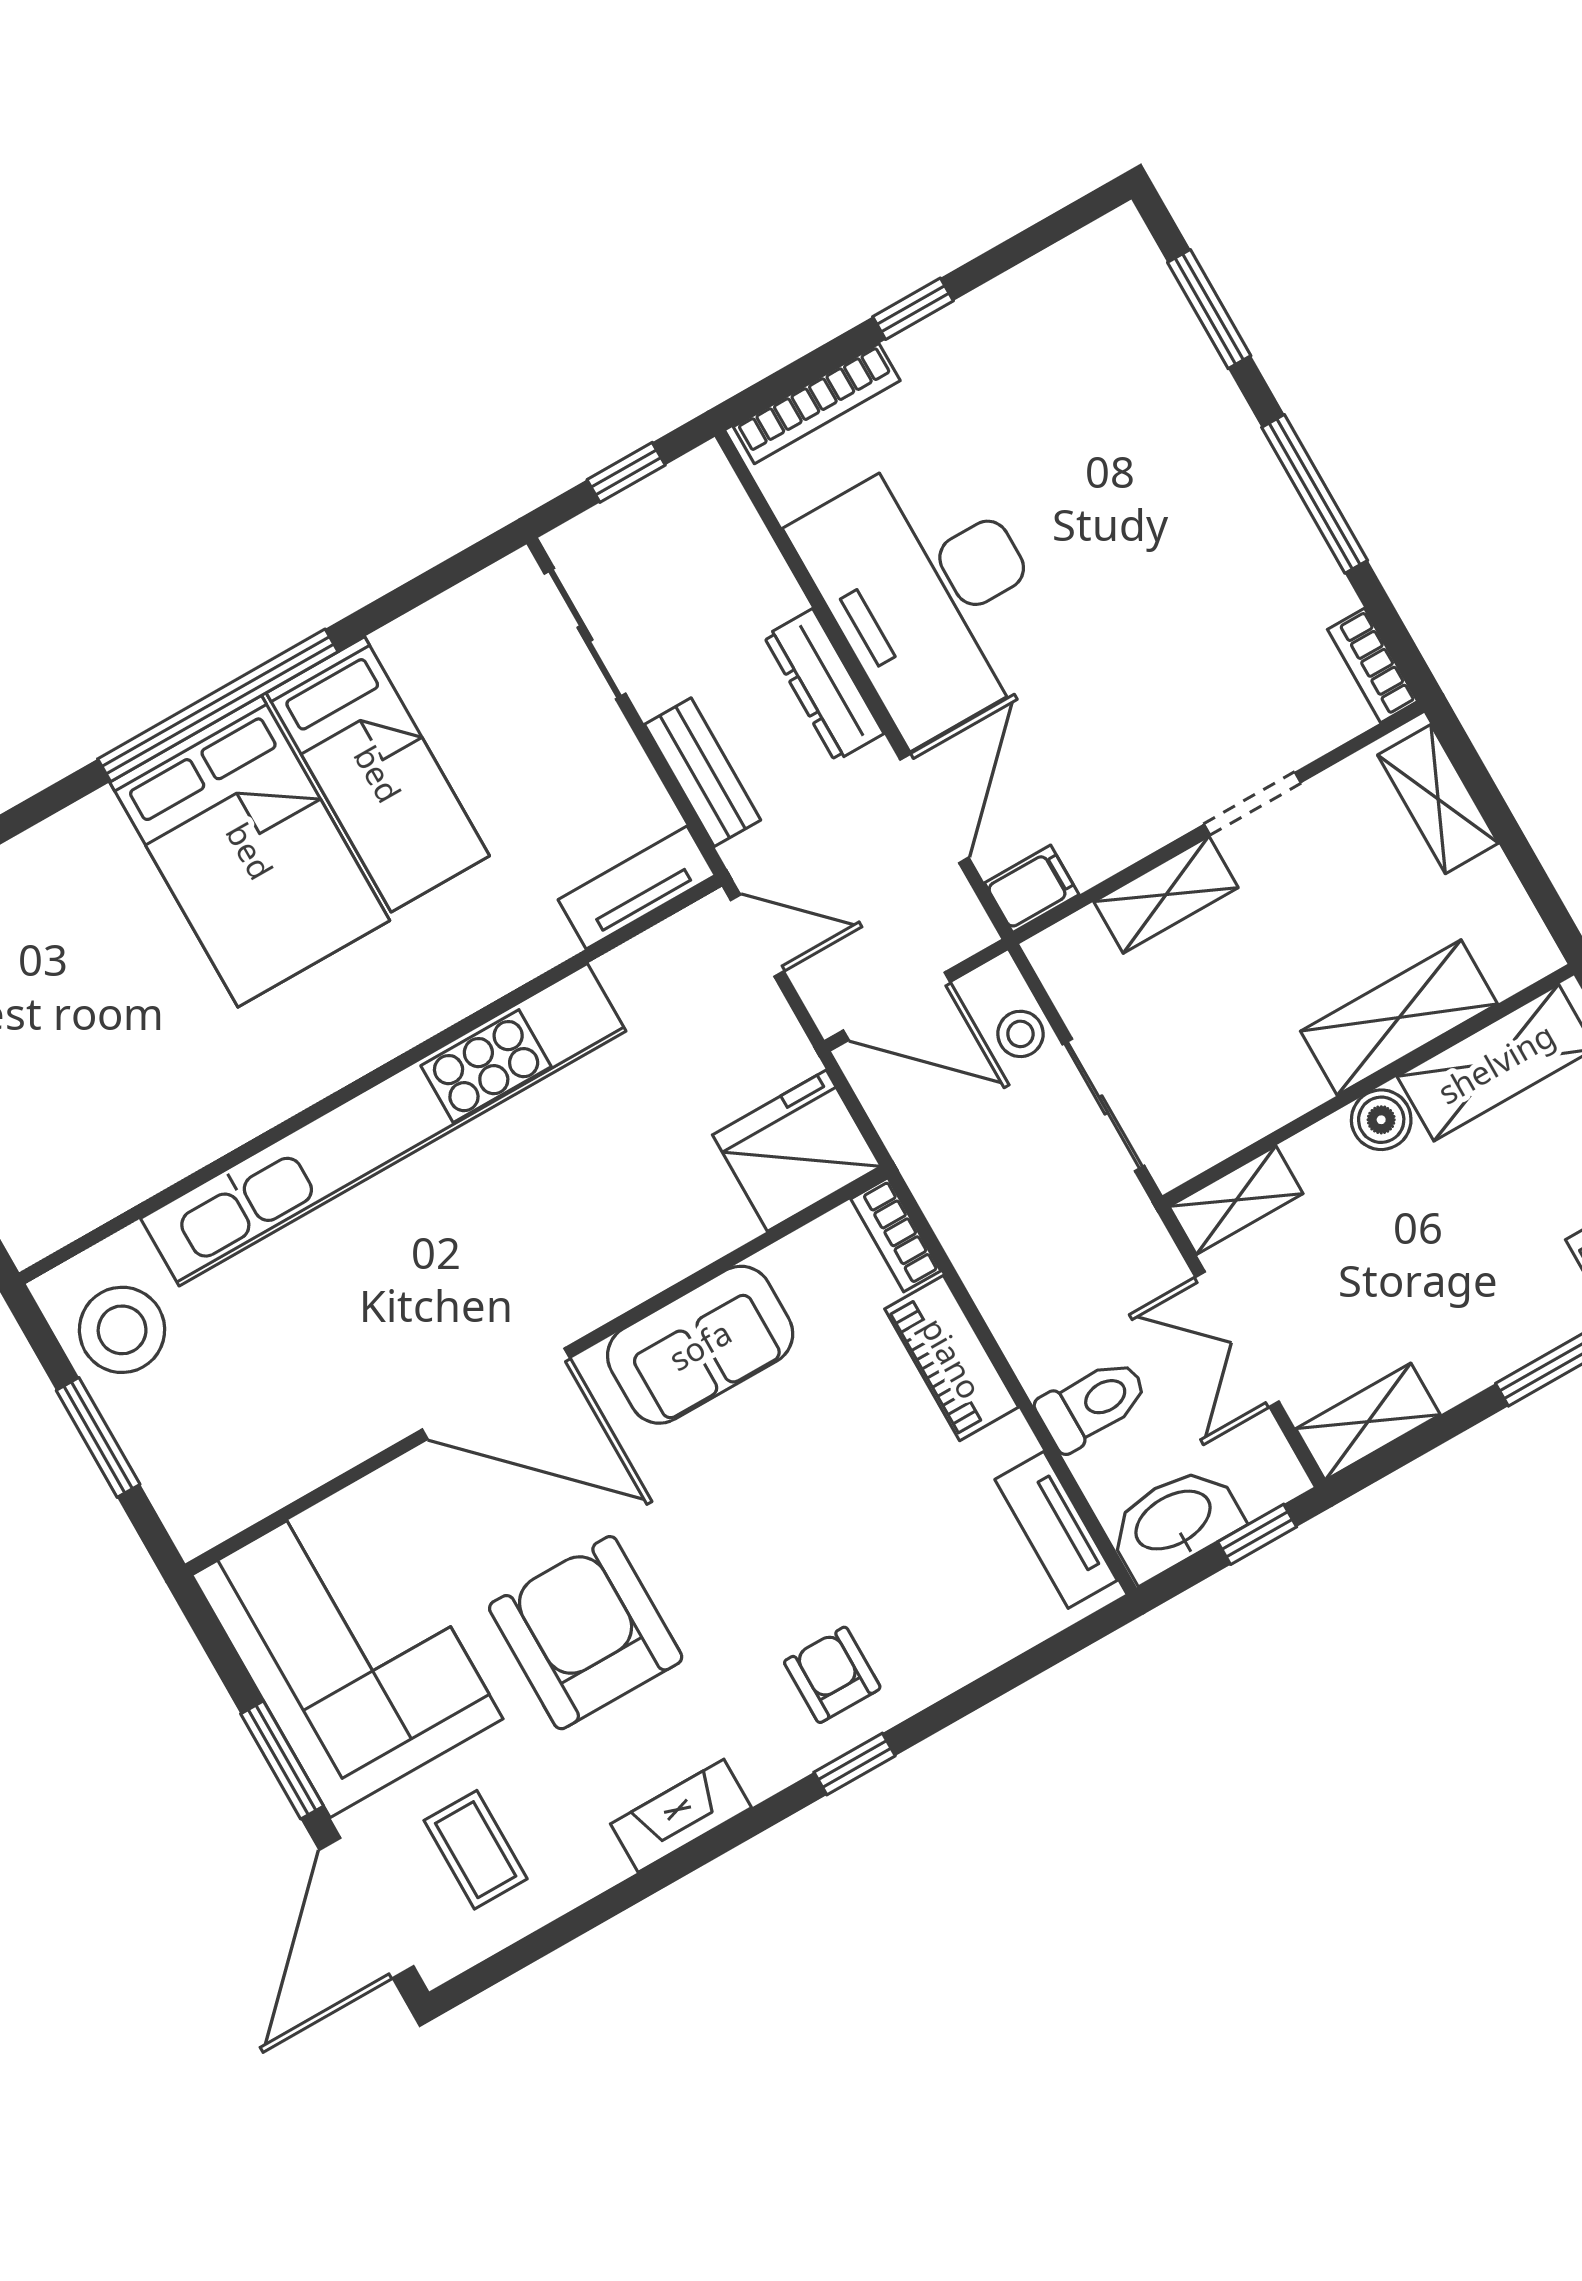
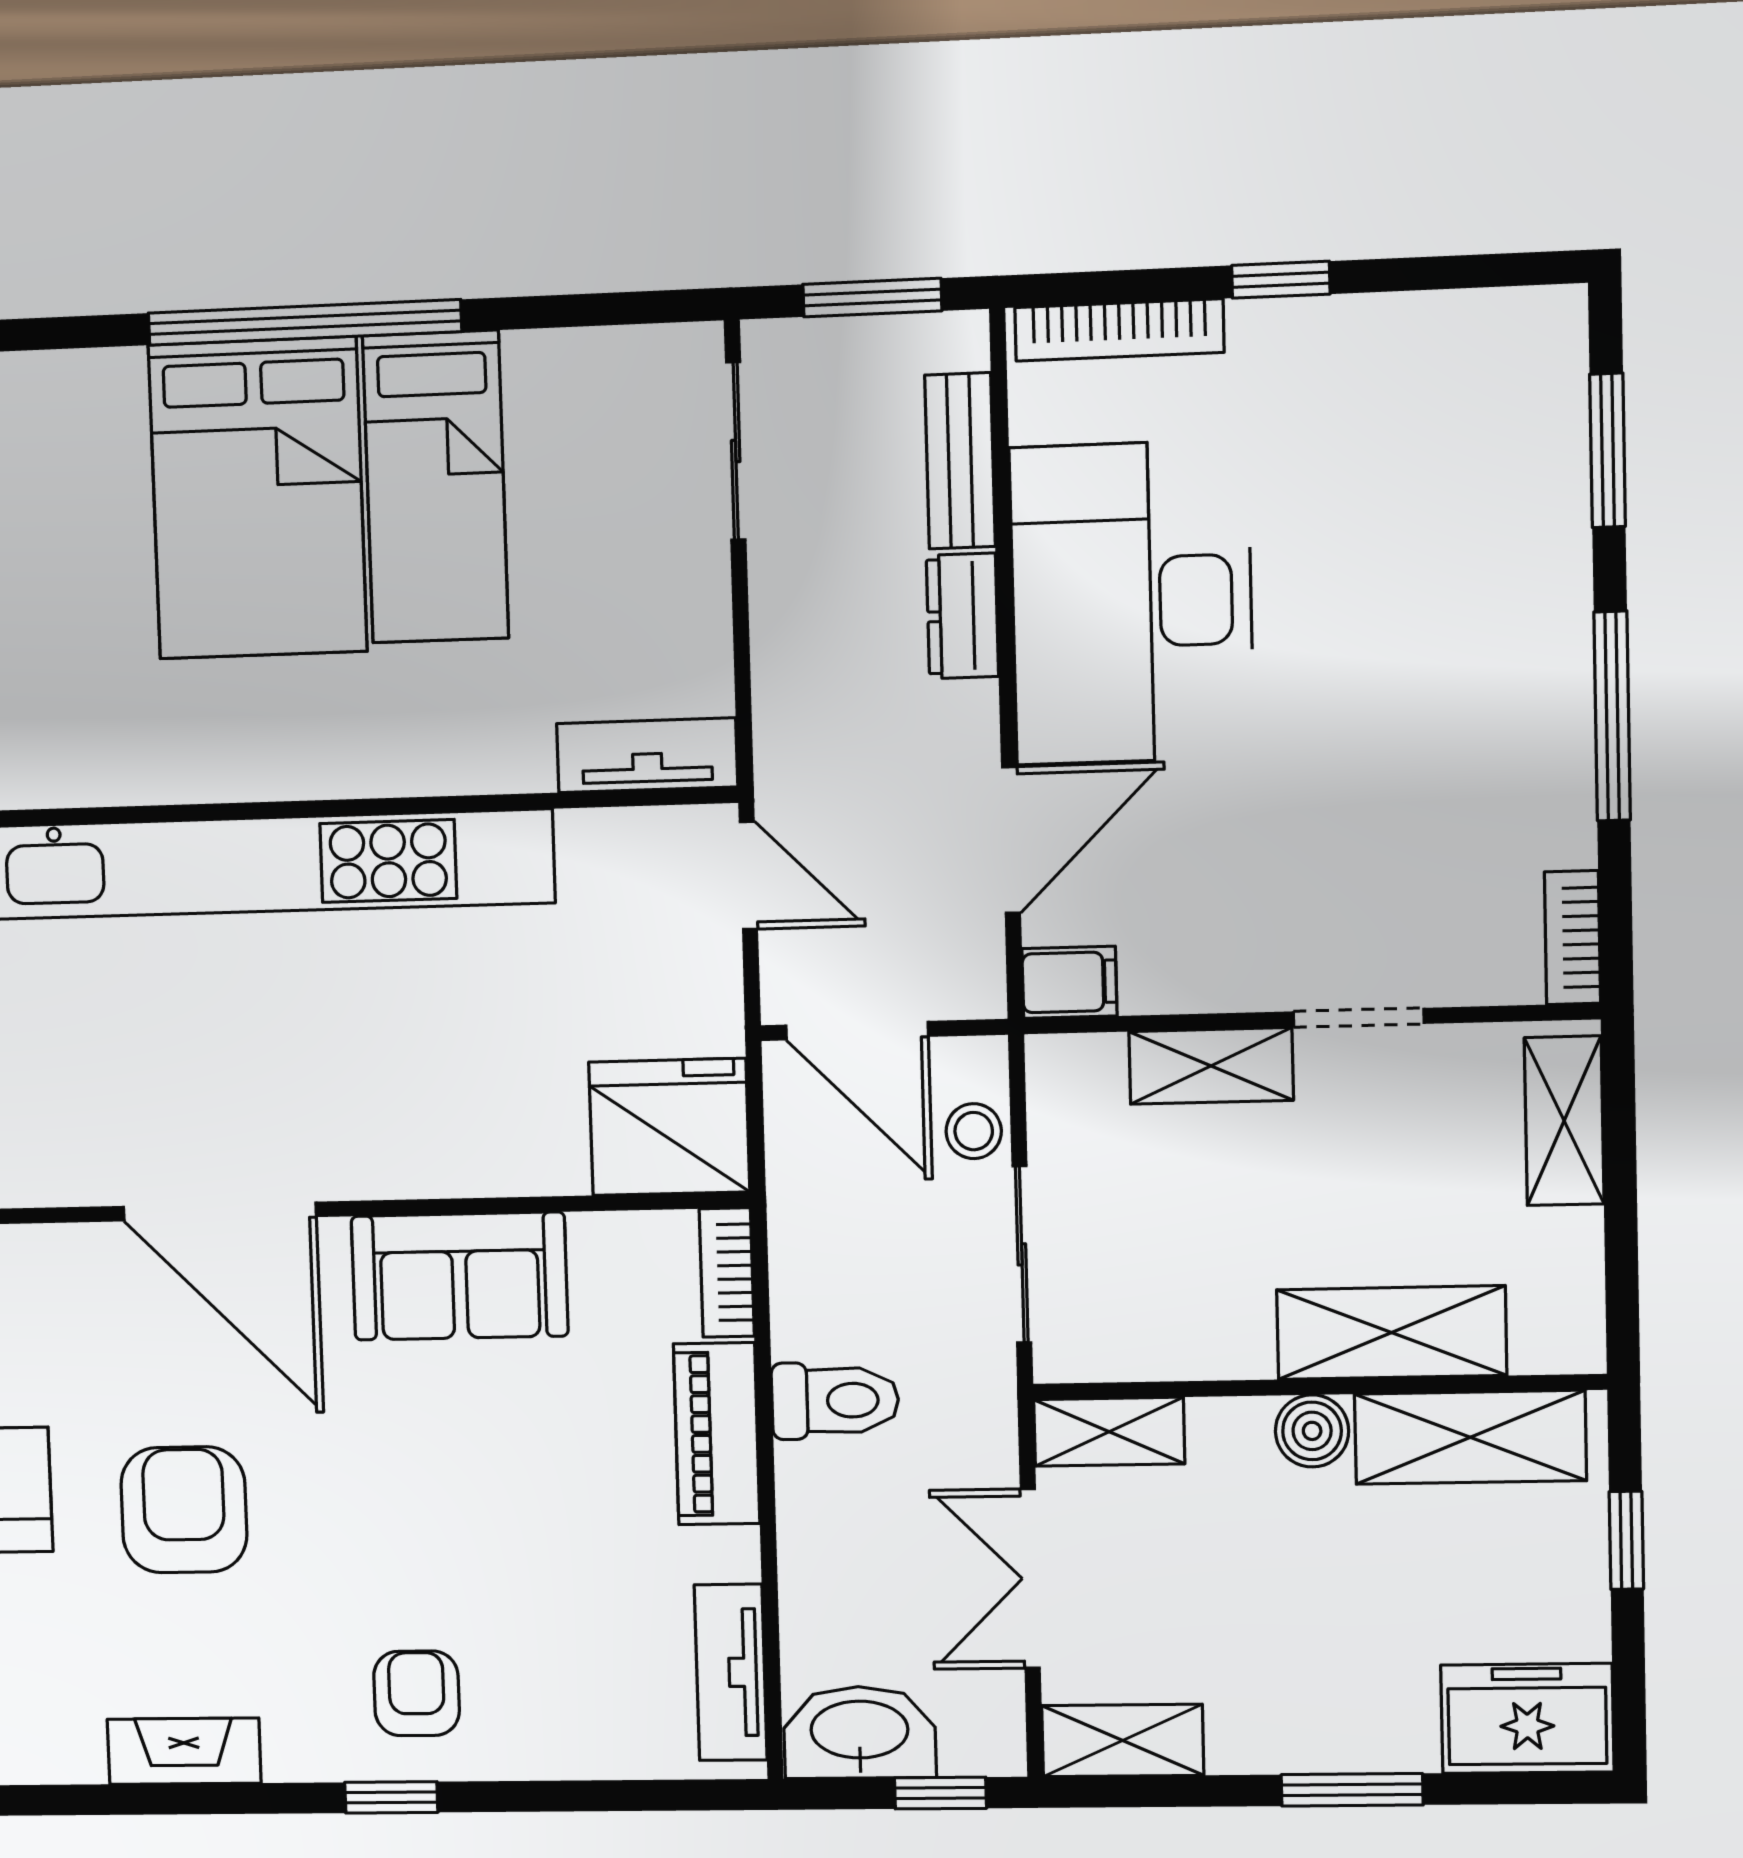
window: (626, 472) -> (872, 298), width x1.50
dresser: (824, 685) -> (962, 616), width x0.70
bench: (703, 772) -> (960, 461), moved
toilet: (1092, 1404) -> (835, 1400), moved
armchair: (586, 1633) -> (184, 1510), width x0.73, depth x0.73

